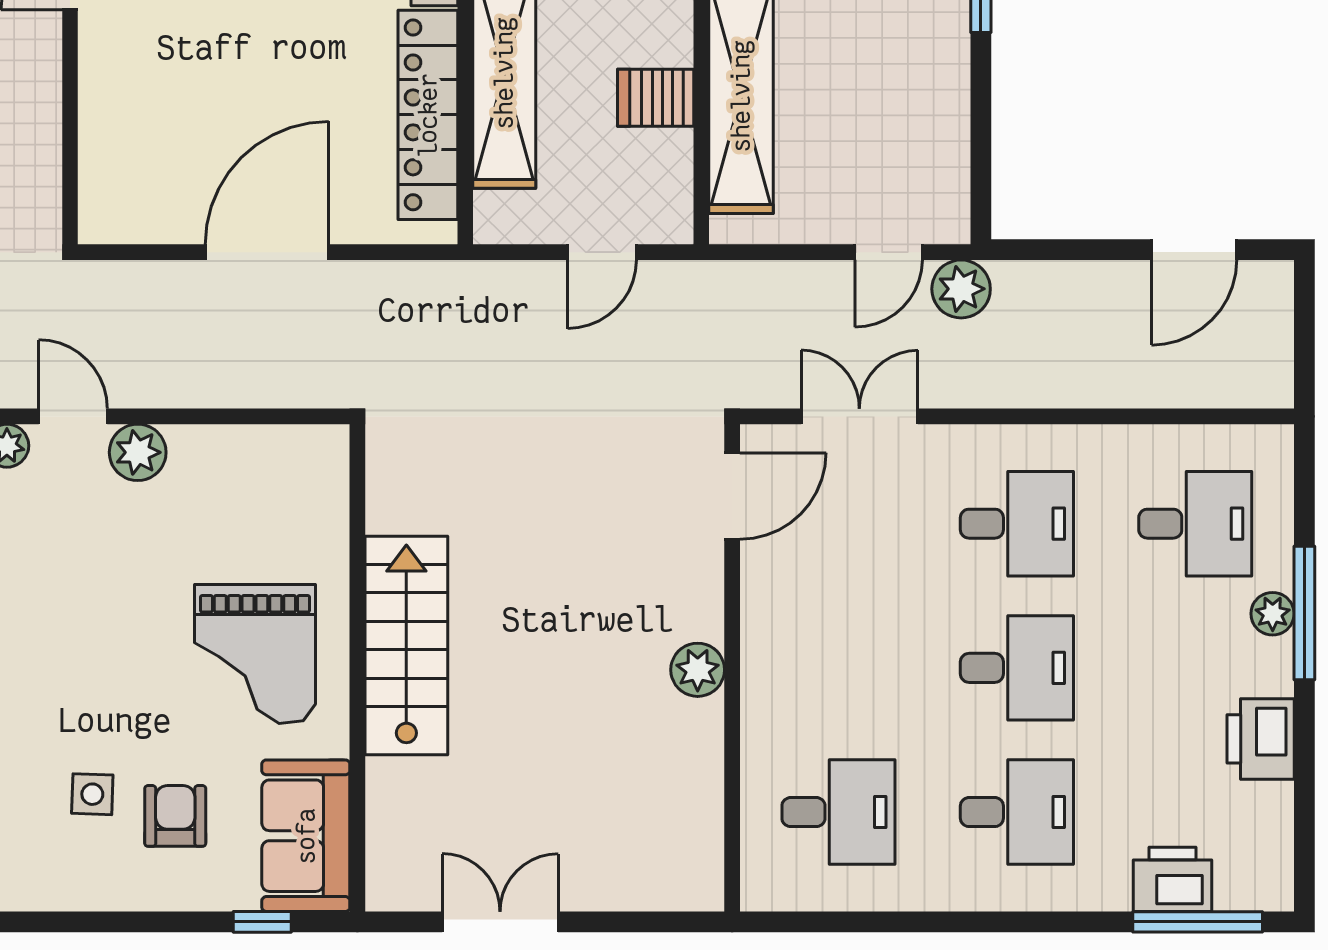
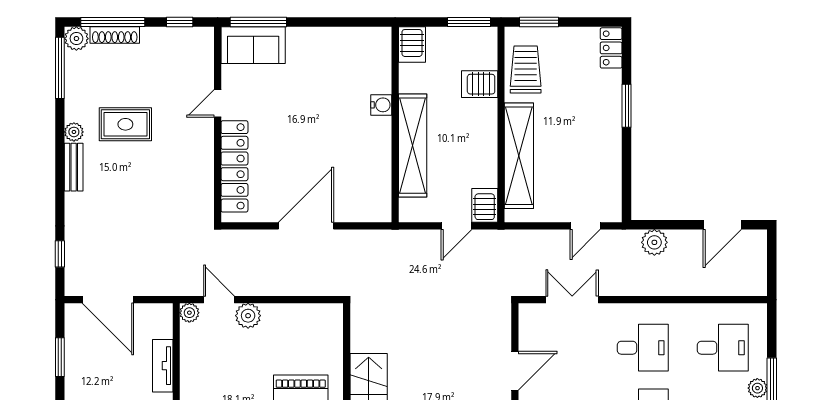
server rack: (656, 98) -> (485, 205), moved, turned 90
locker: (428, 115) -> (234, 166), moved, turned 180
plant: (961, 289) -> (654, 242), moved
door: (732, 496) -> (515, 371), moved

